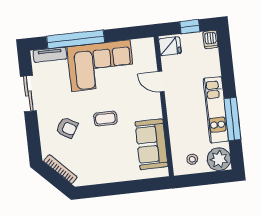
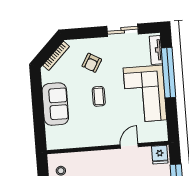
sofa: (151, 144) -> (55, 104), moved, turned 90

